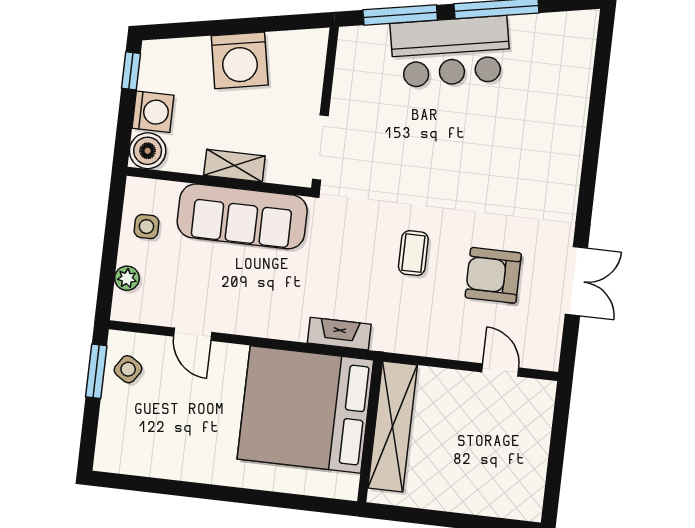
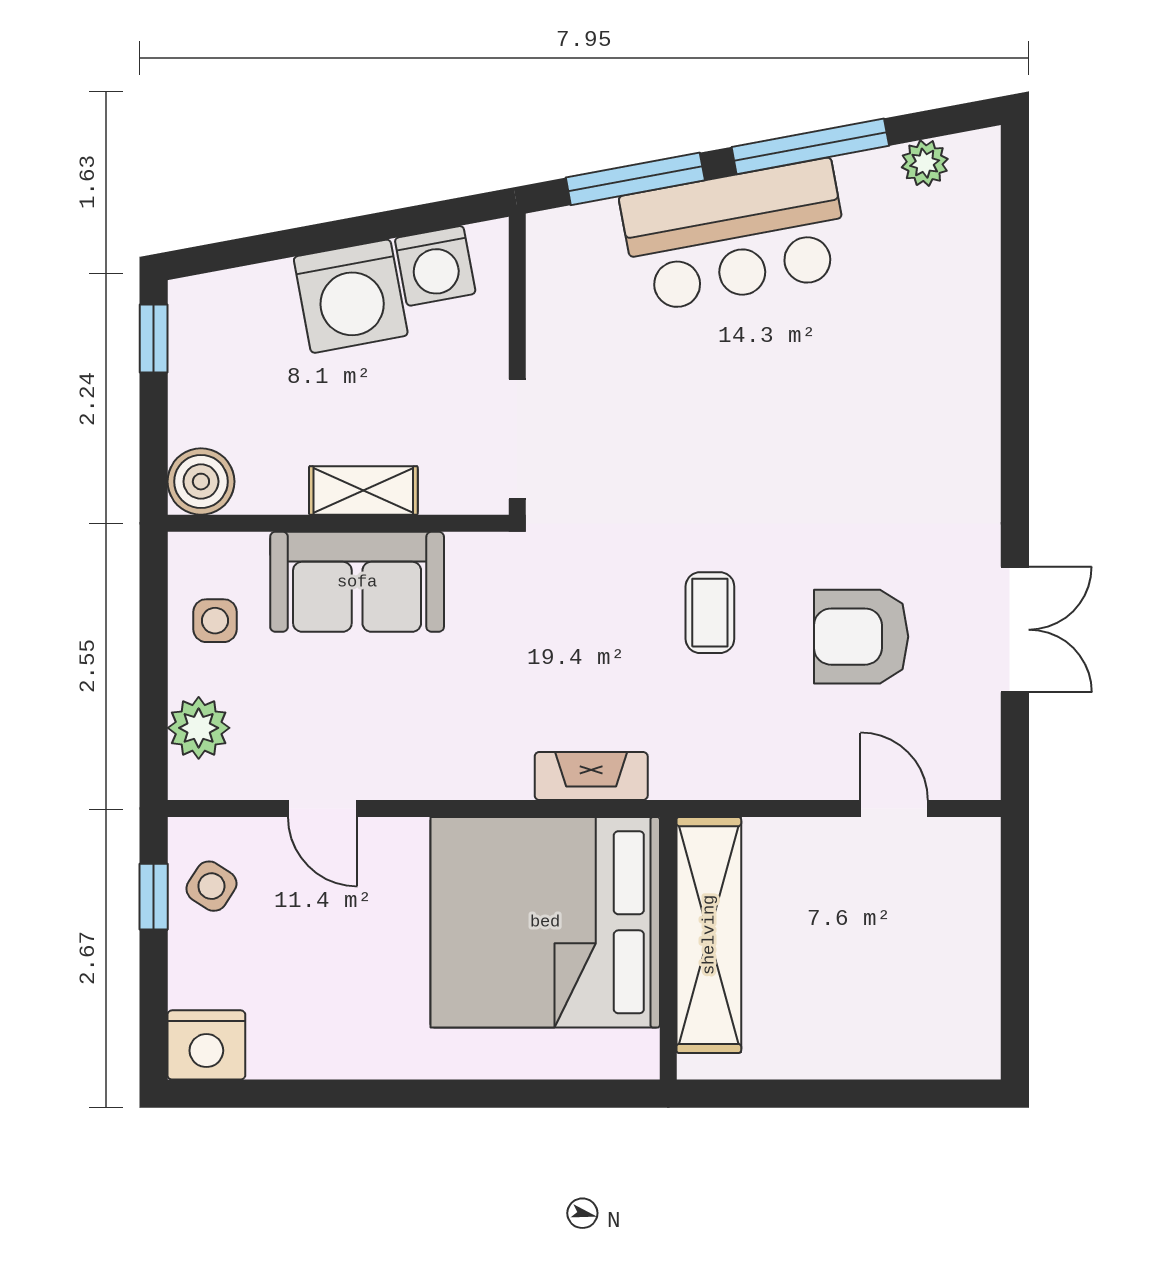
plant: (557, 25) -> (925, 163), added
washing machine: (153, 112) -> (435, 266), moved, turned 79
sofa: (242, 216) -> (357, 582), width x0.73
plant: (127, 278) -> (199, 728), width x1.38, depth x1.38
window: (96, 371) -> (154, 897), width x0.67
nightstand: (115, 454) -> (206, 1045), added

